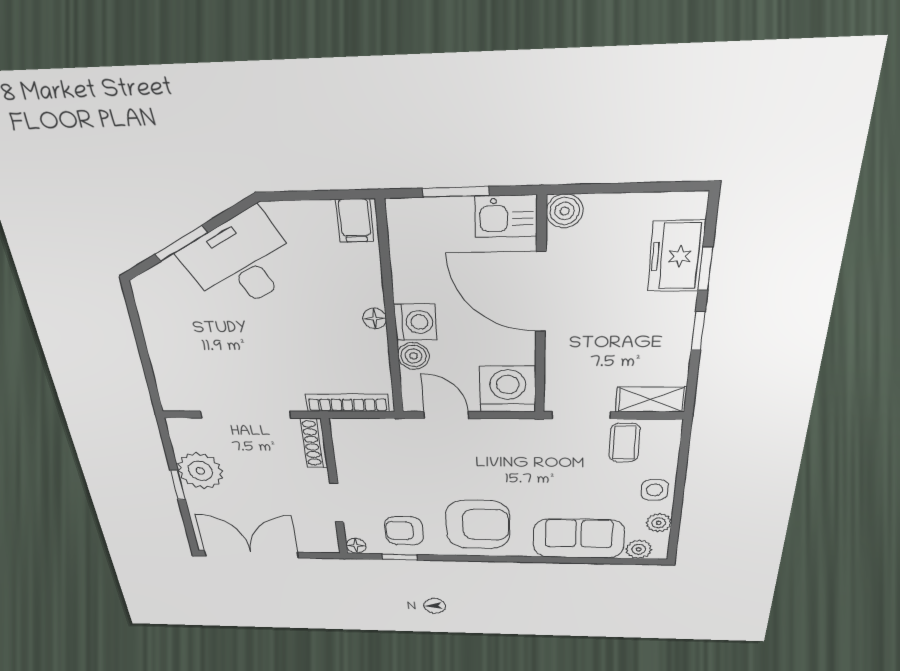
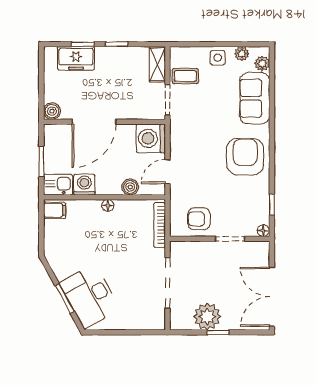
kitchen sink: (506, 216) -> (58, 185), moved, turned -90
desk: (241, 262) -> (90, 296), moved
washing machine: (415, 322) -> (84, 185), moved
shoe rack: (314, 443) -> (187, 247), removed
armchair: (404, 531) -> (199, 219), moved, turned 90

